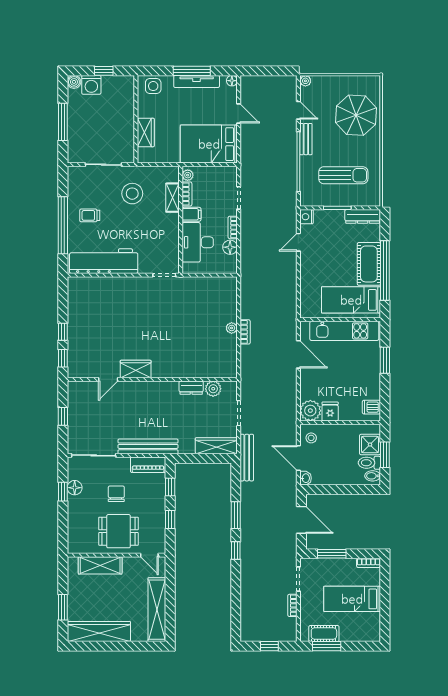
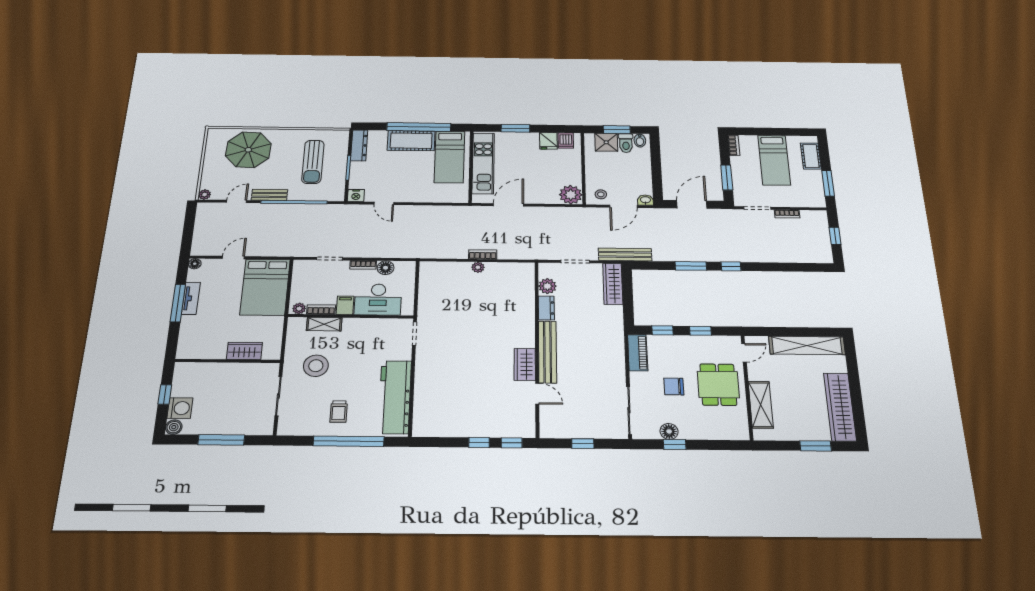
tv unit: (197, 81) -> (191, 298), width x0.71
side table: (153, 86) -> (190, 342), removed
sun lounger: (343, 175) -> (313, 162), turned 180
fridge: (330, 412) -> (548, 141), moved, turned -90
bench: (148, 446) -> (548, 352), moved
cot: (324, 634) -> (811, 156), moved

